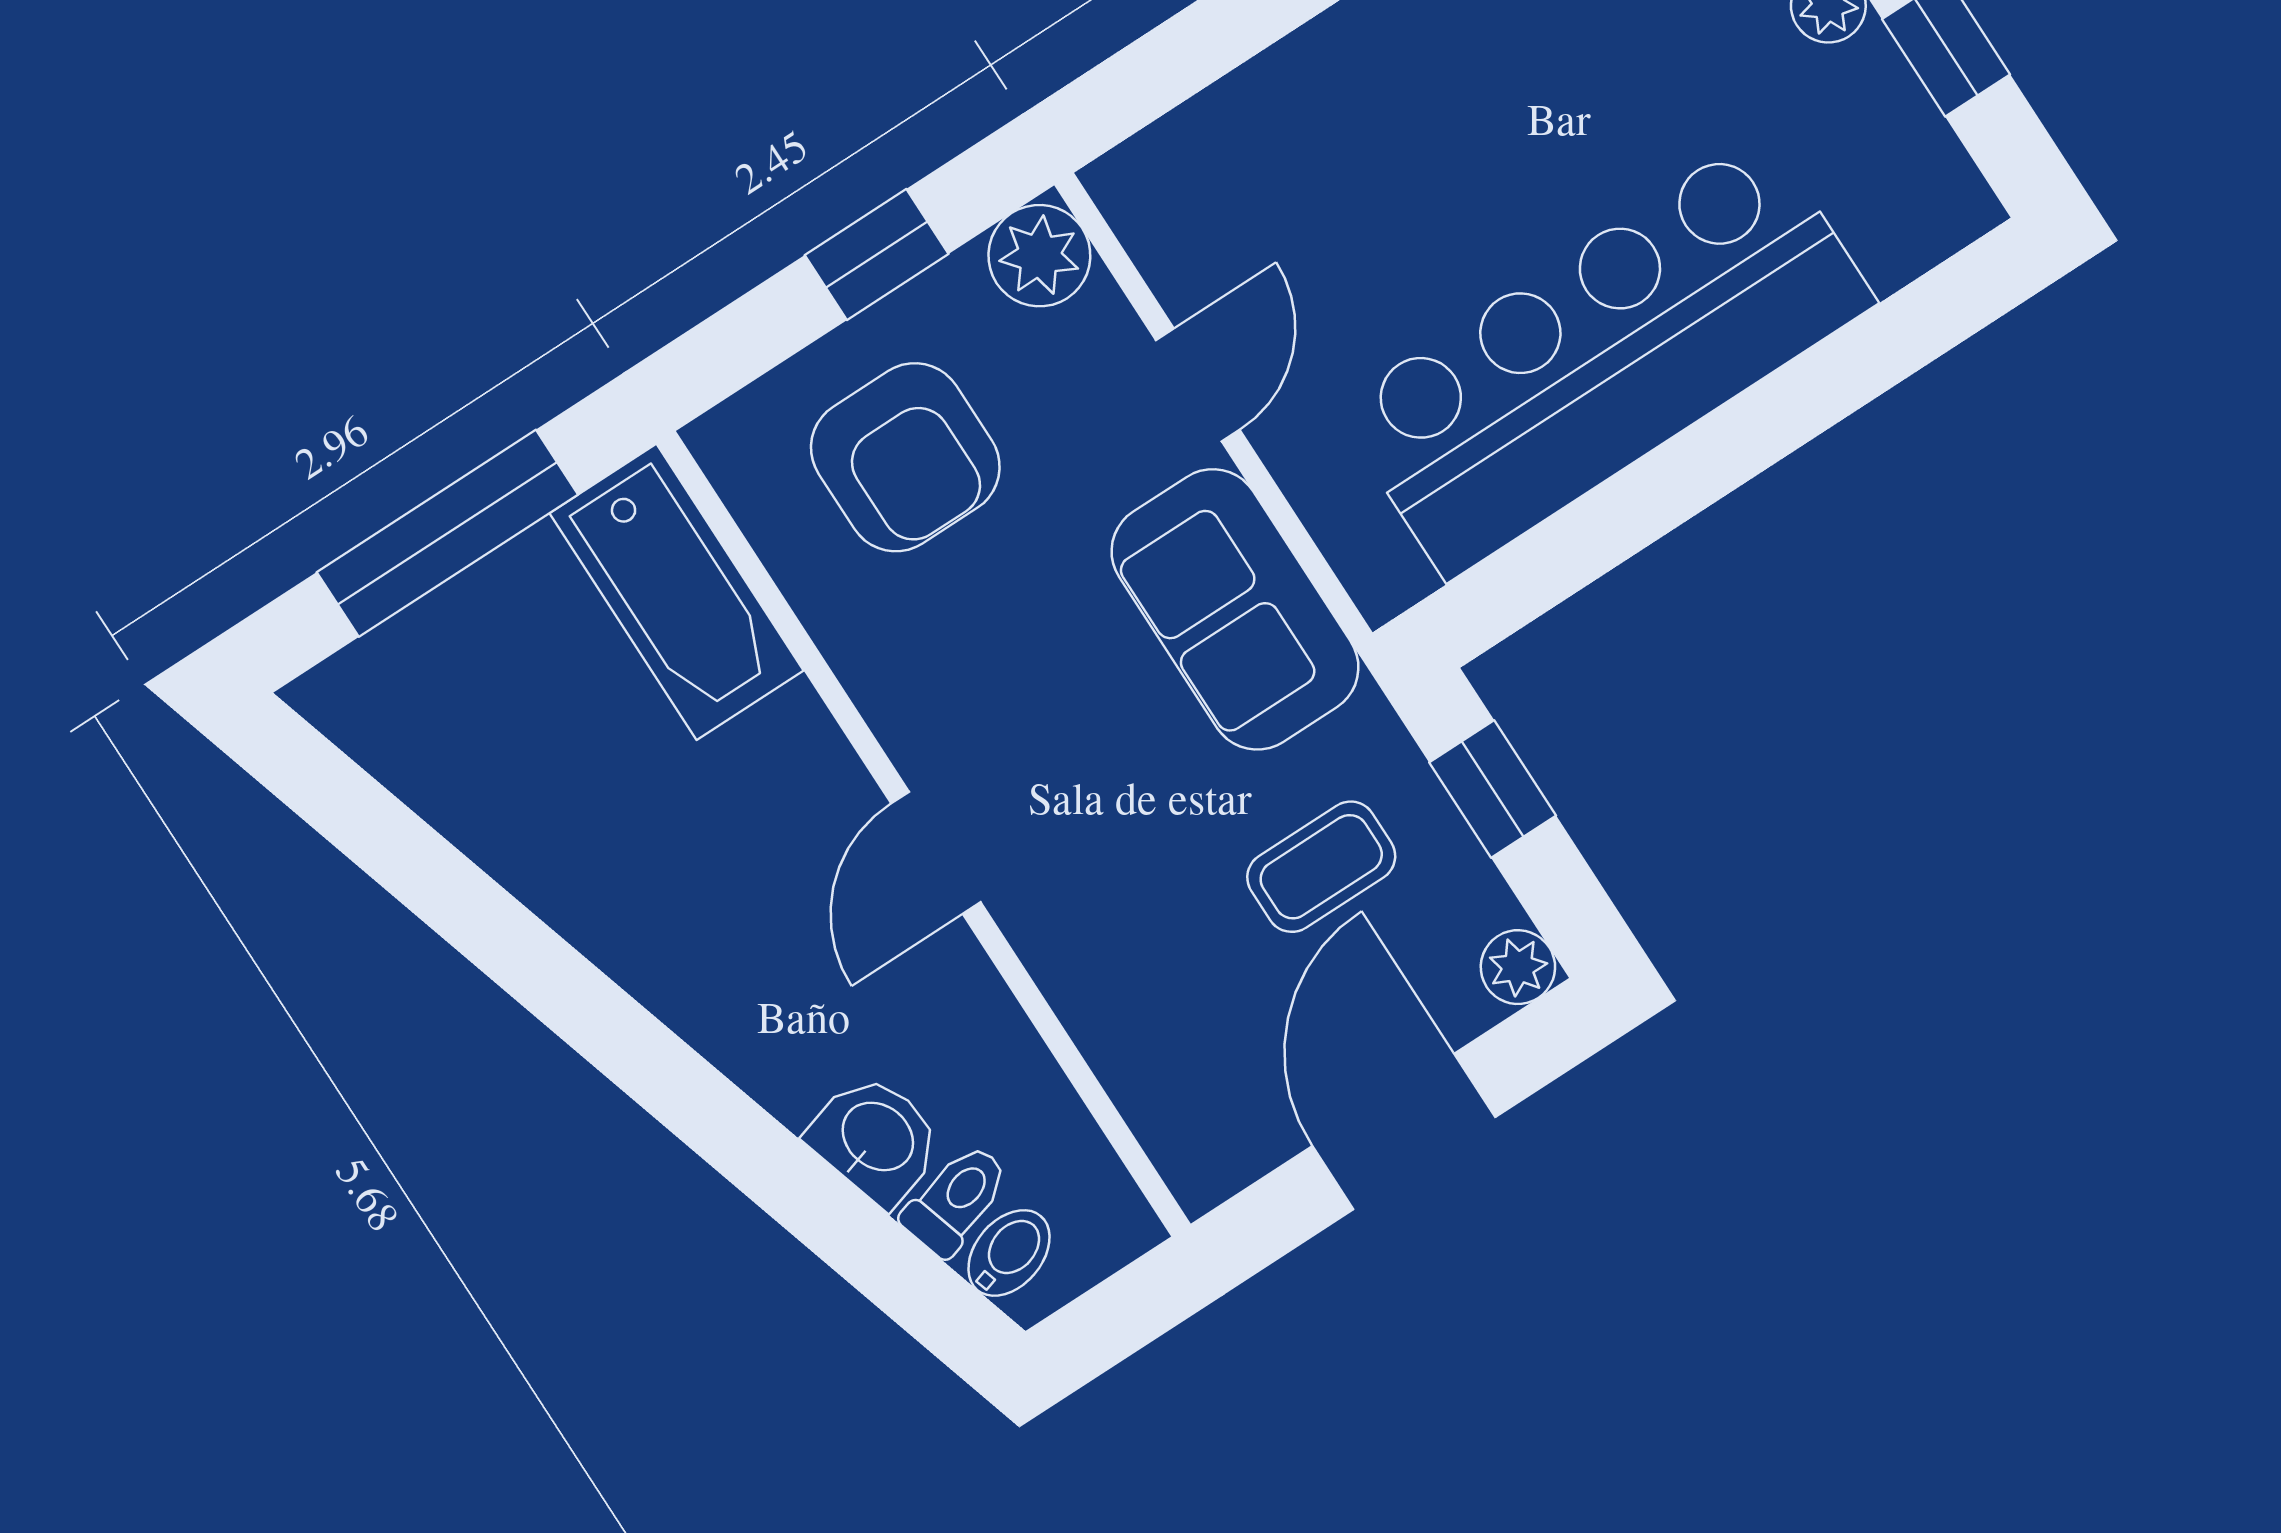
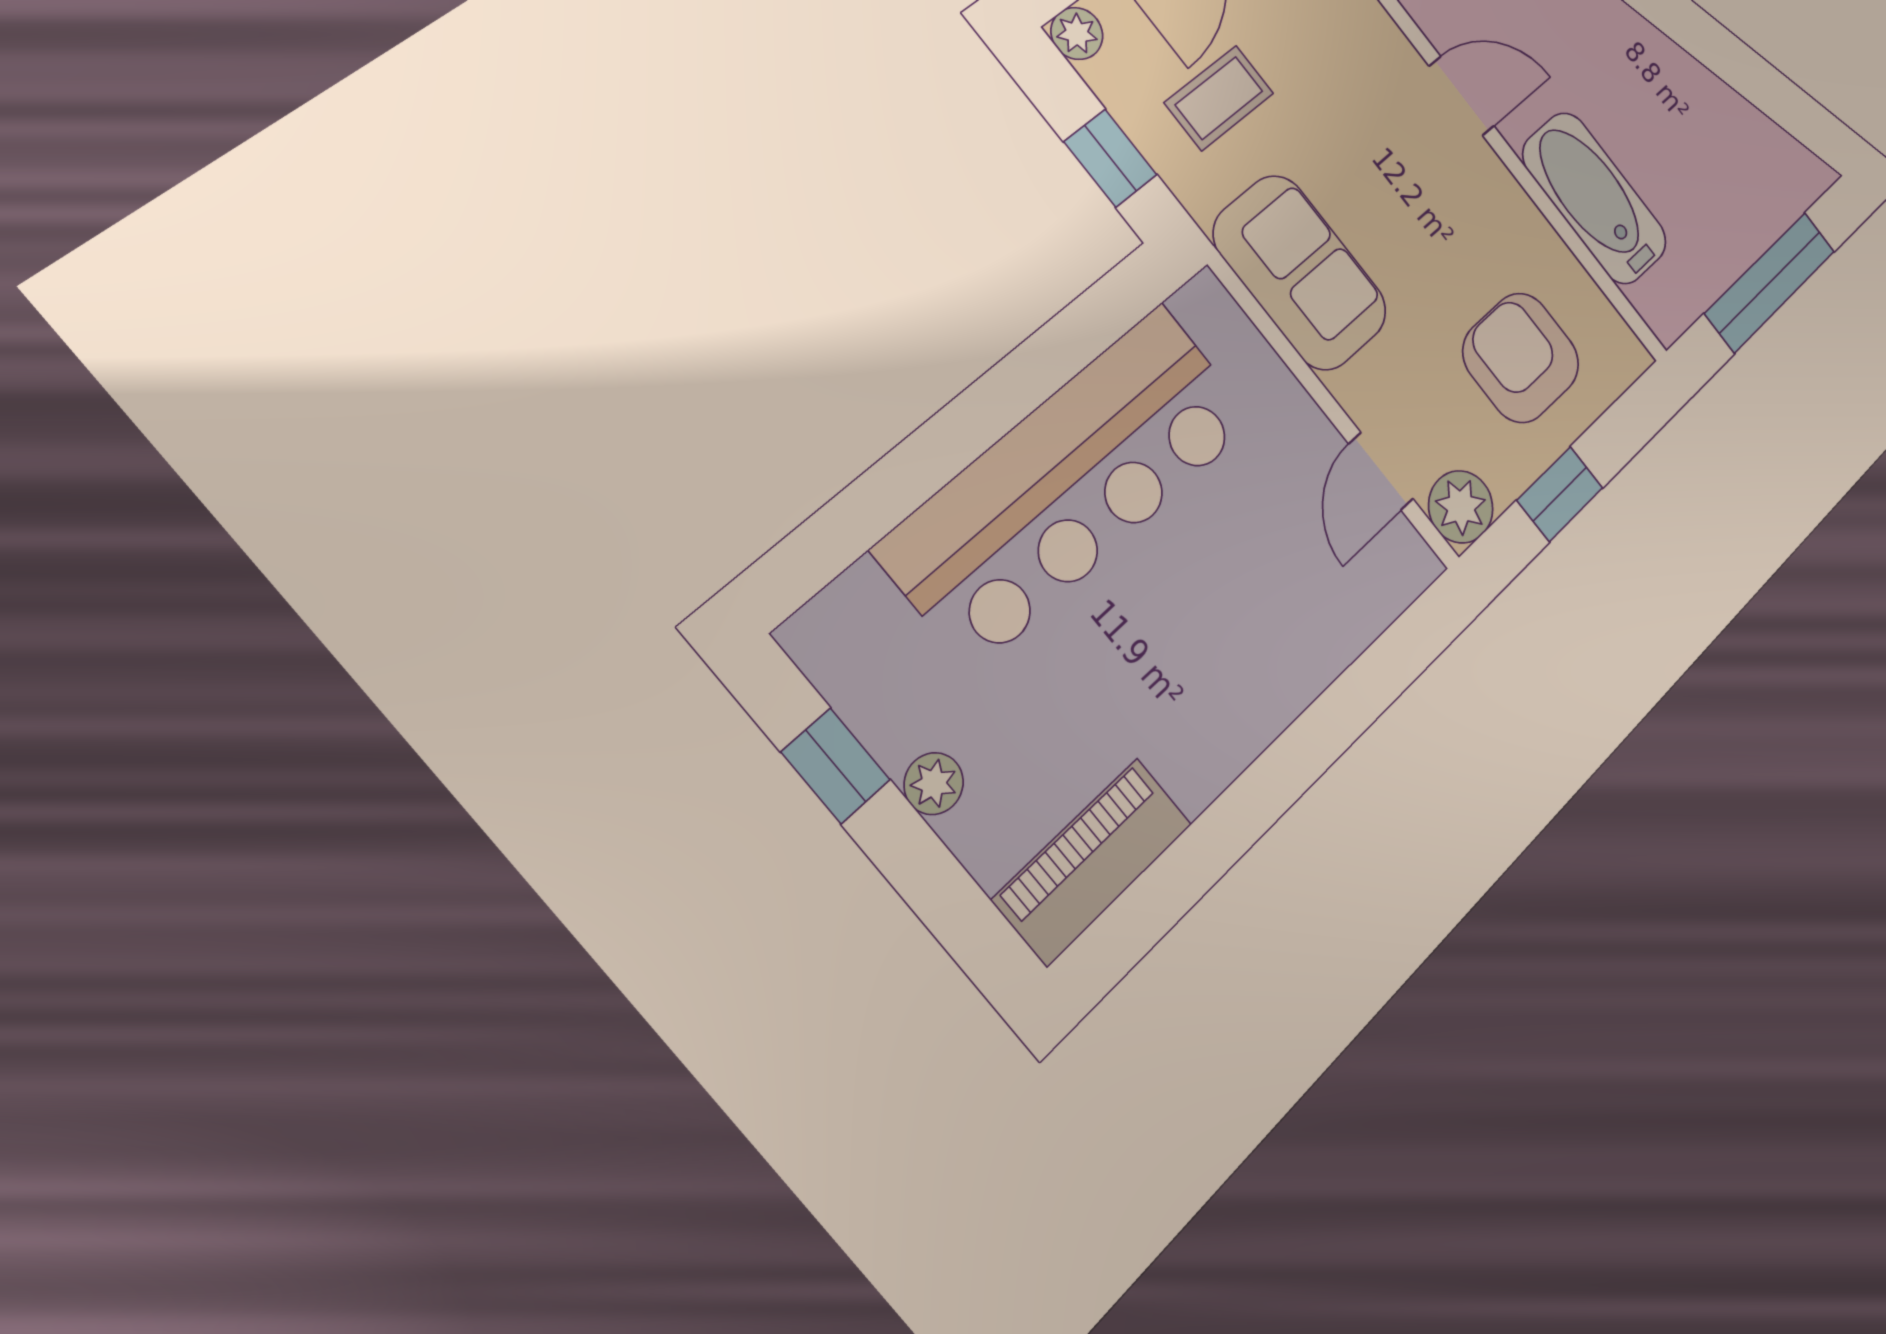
door: (1198, 385) -> (1381, 471), moved
bathtub: (677, 592) -> (1595, 198), moved
door: (936, 853) -> (1462, 96), hinge flipped

